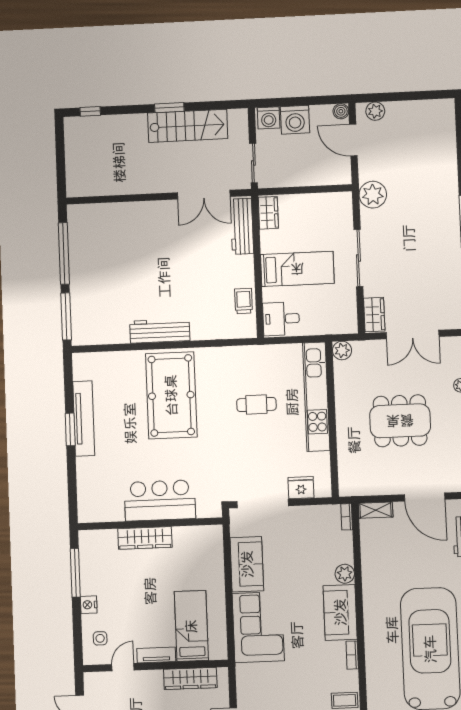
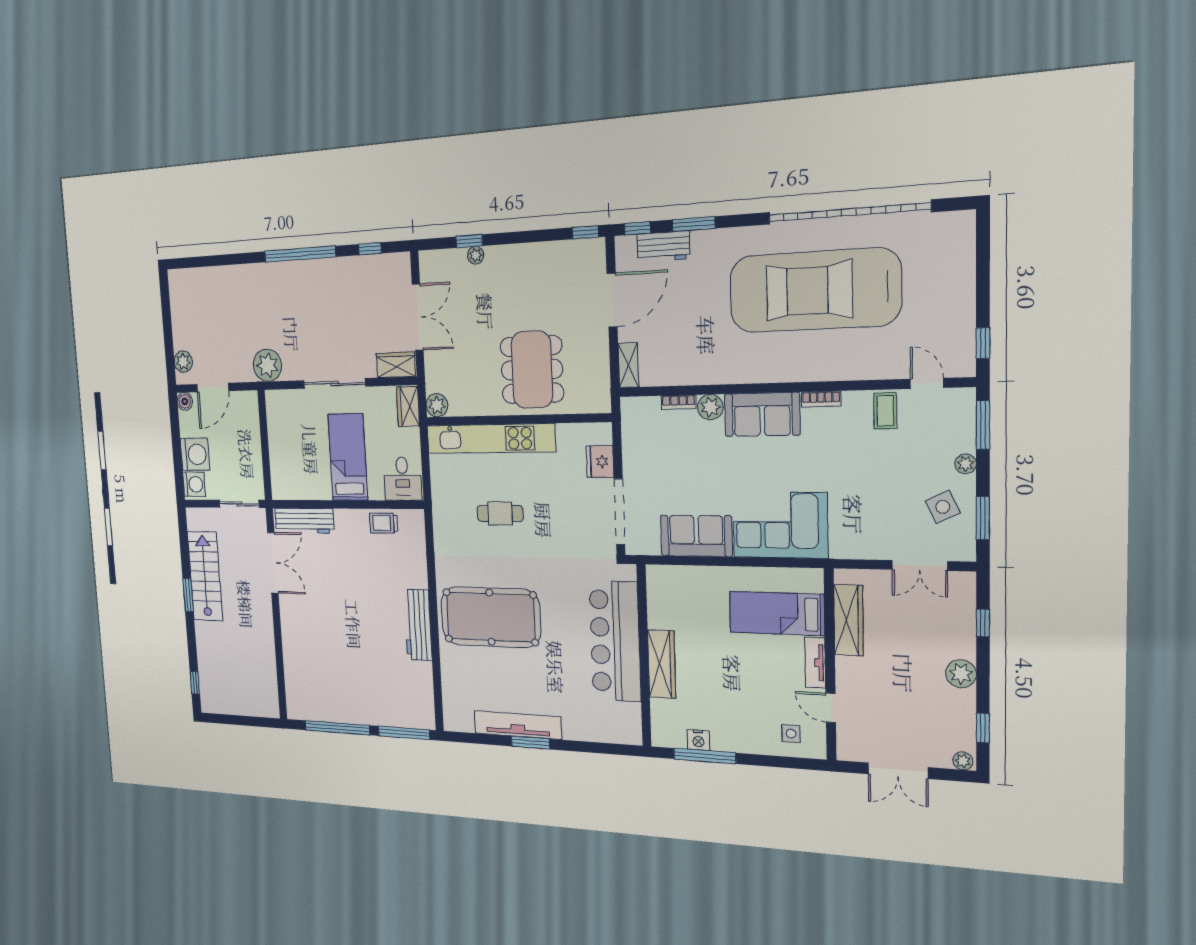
wardrobe: (268, 213) -> (408, 406), moved, turned -90
cafe table: (256, 404) -> (500, 513), turned 90
dining table: (400, 421) -> (532, 370), moved
bar counter: (160, 500) -> (615, 641), width x1.36
bookcase: (347, 517) -> (679, 402), moved
nightstand: (89, 605) -> (698, 740), moved

